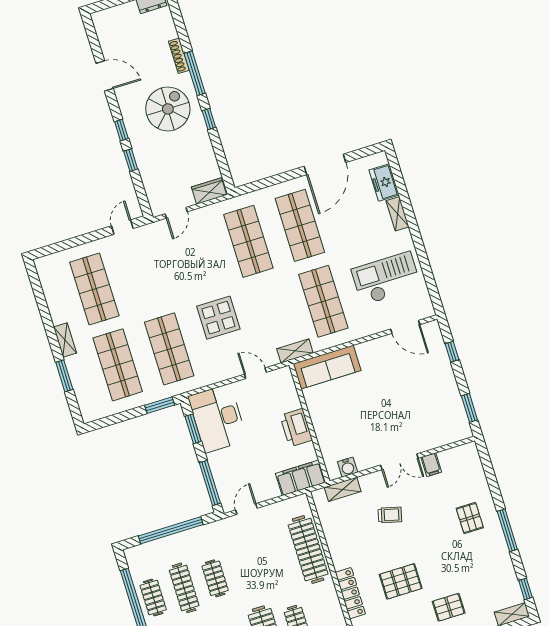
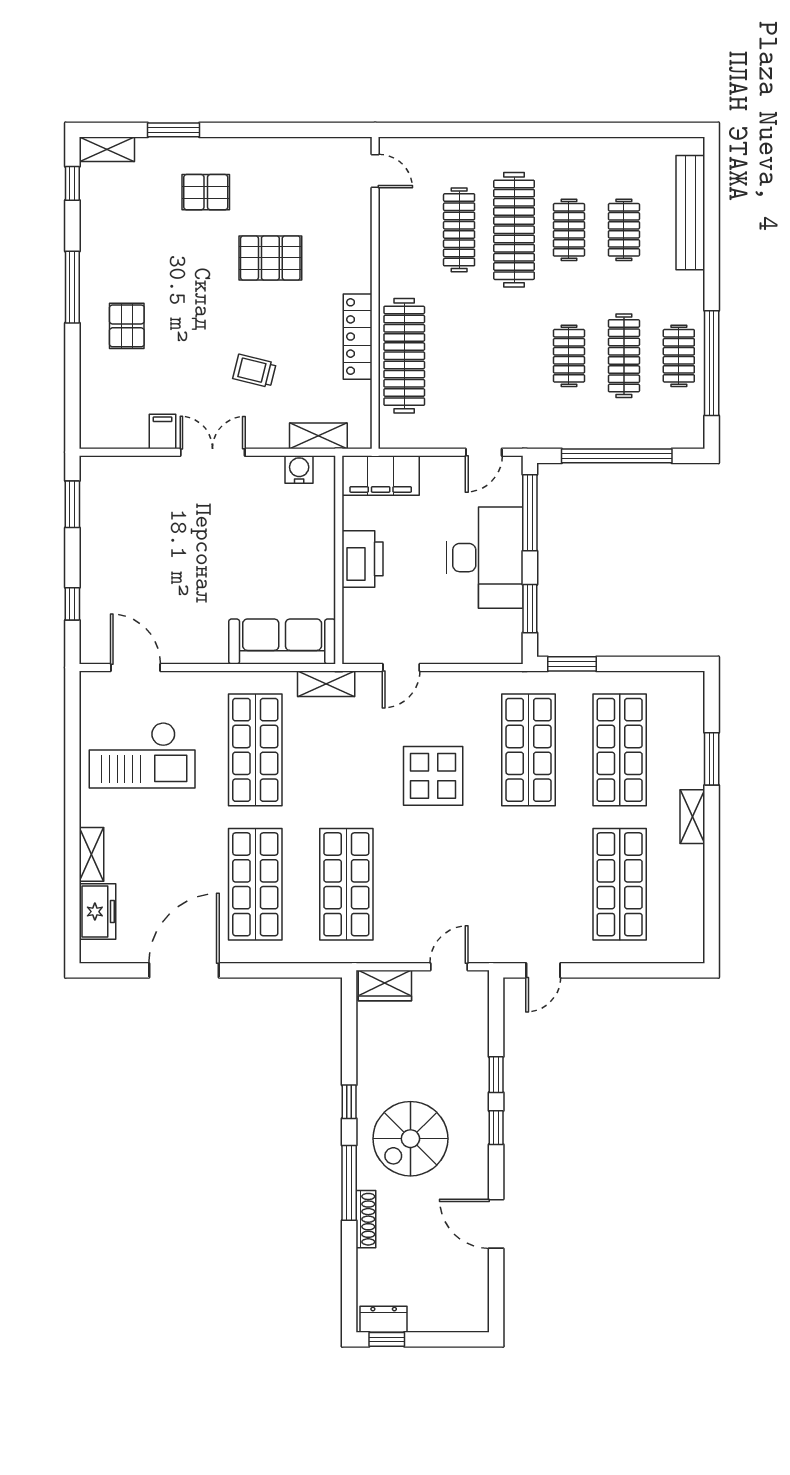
door: (255, 373) -> (401, 667), hinge flipped
desk: (218, 418) -> (485, 558), moved
locker: (350, 593) -> (358, 337), moved

